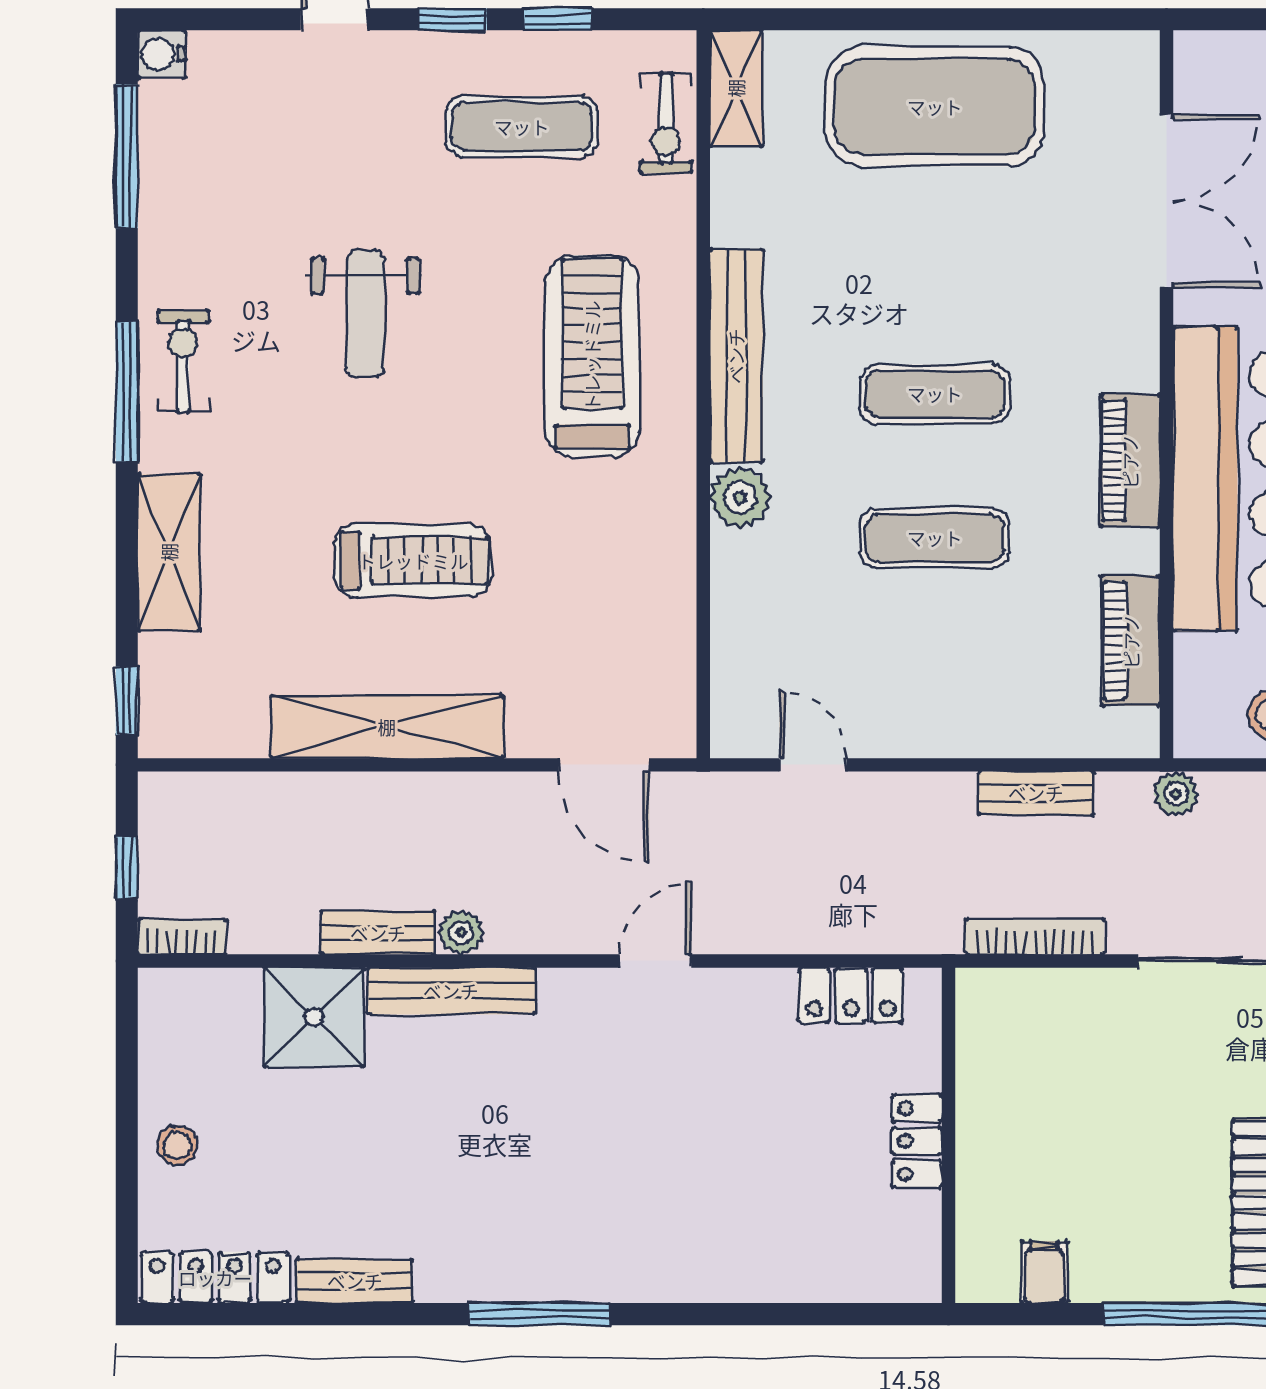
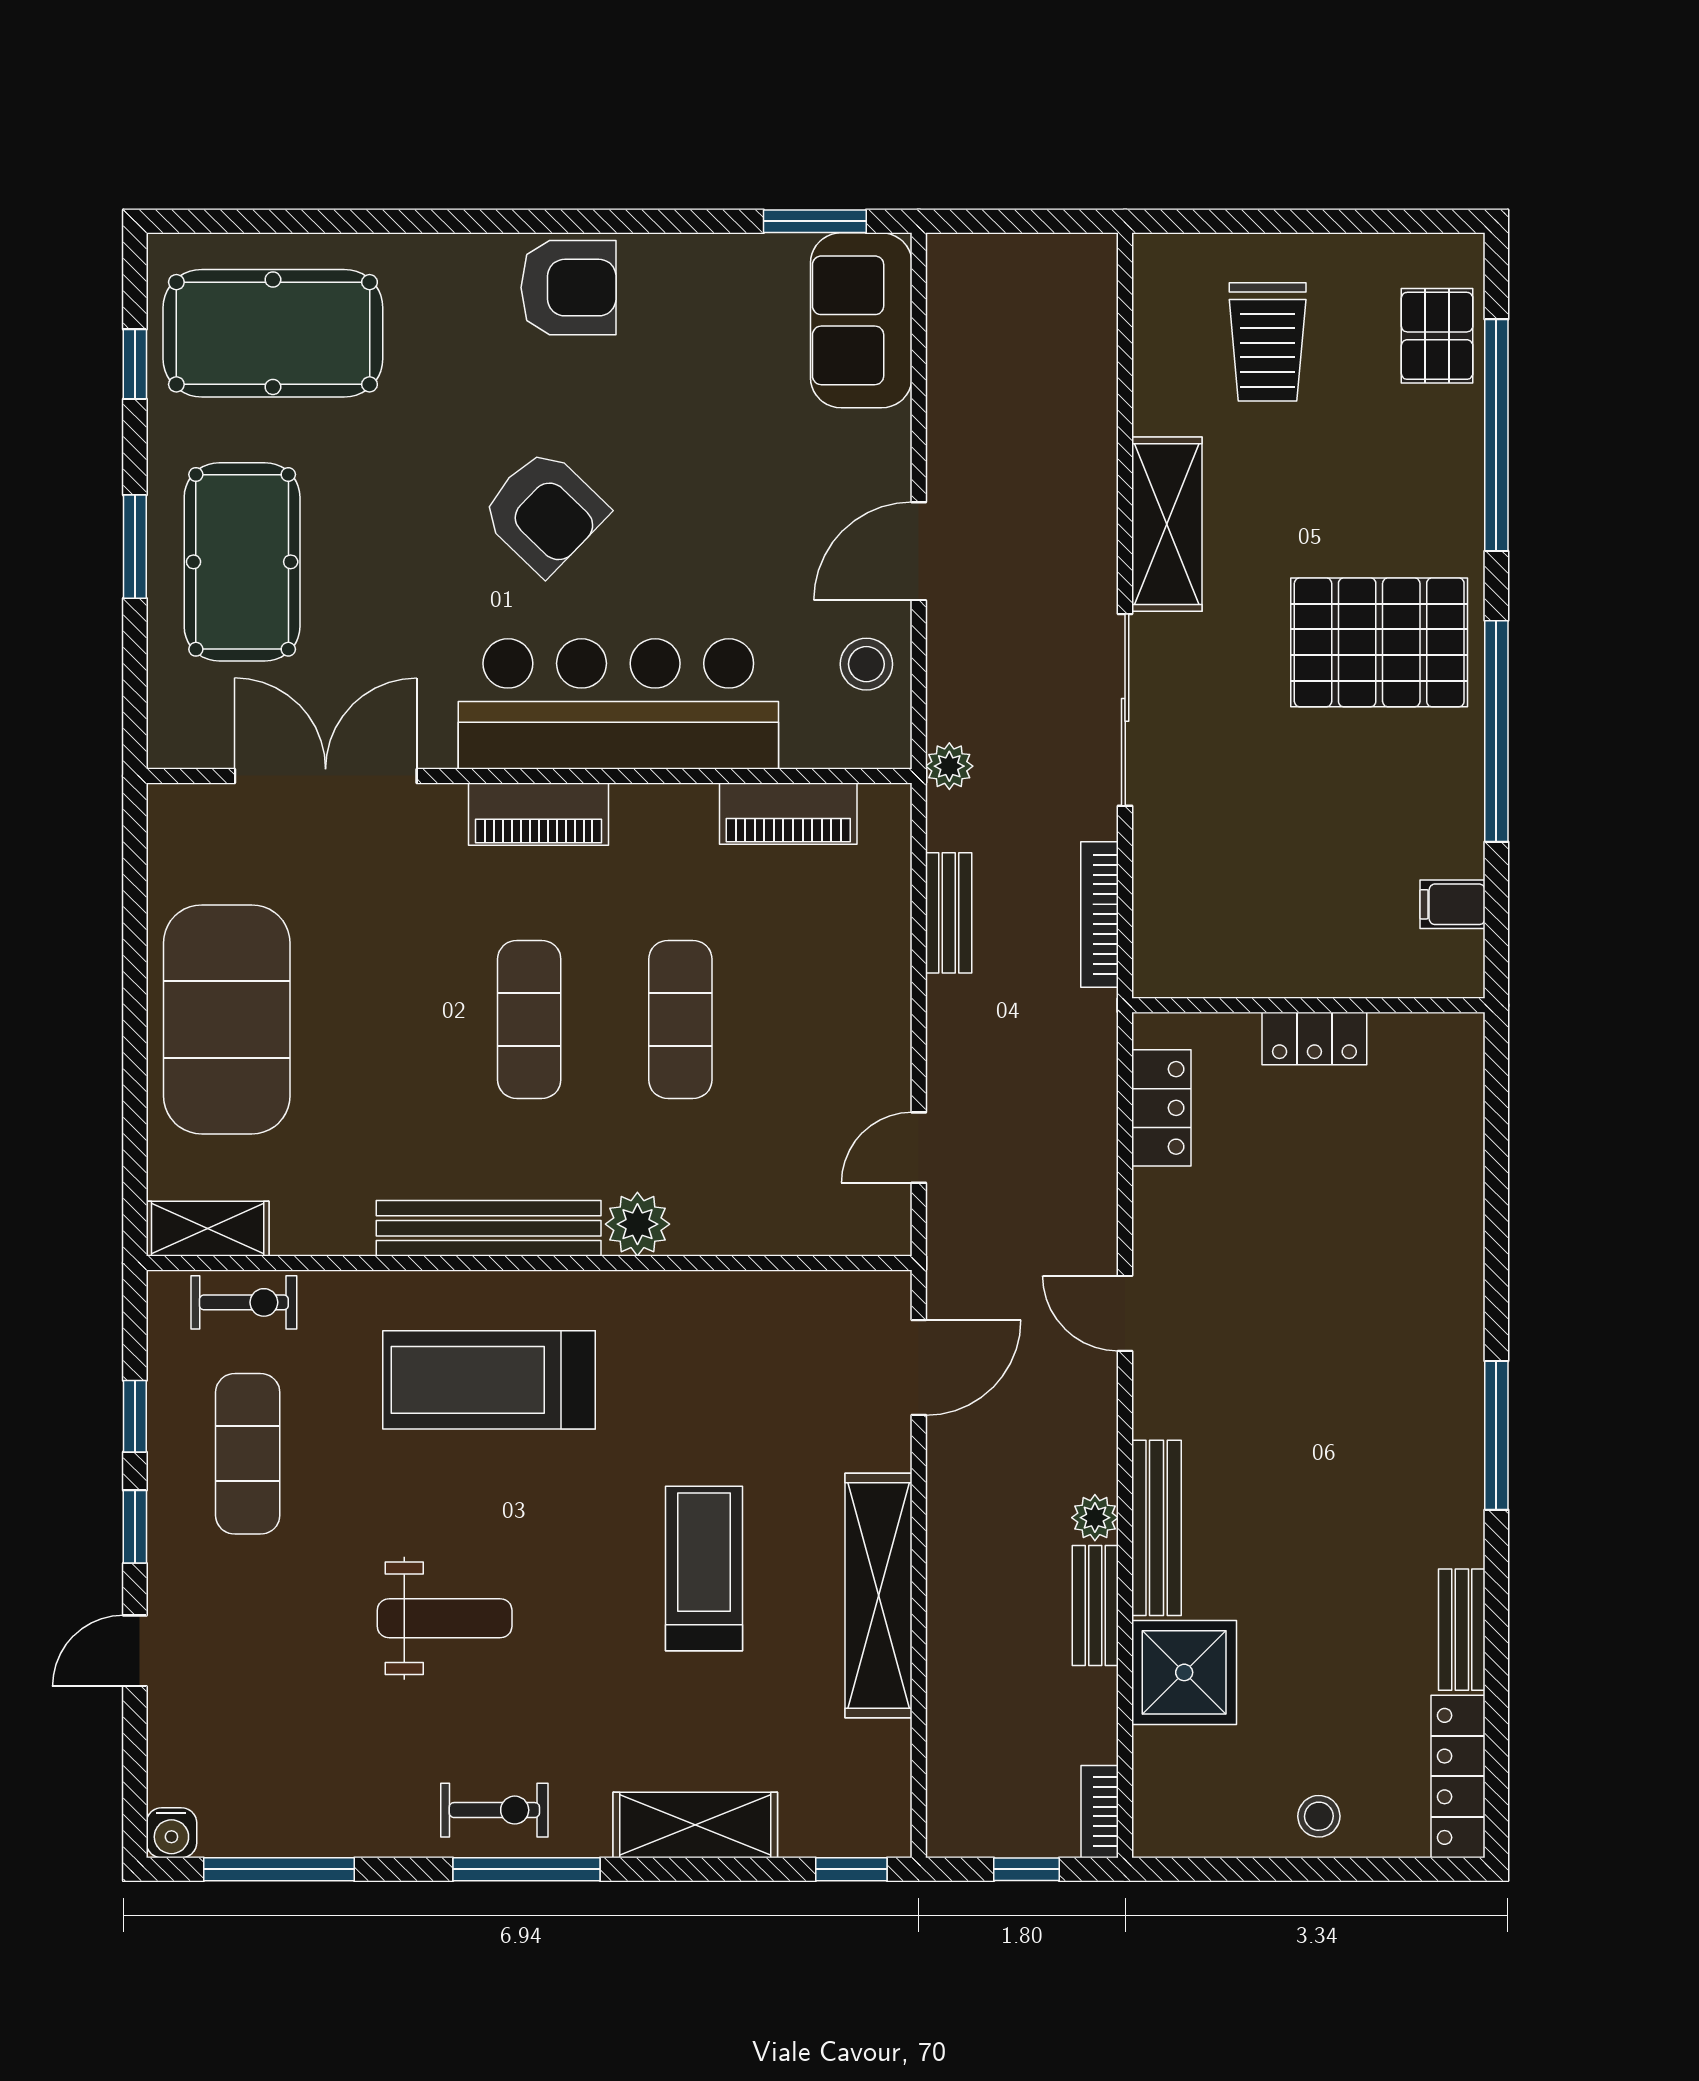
exercise bike: (183, 361) -> (494, 1810), turned 180
piano: (1130, 461) -> (539, 814), moved

